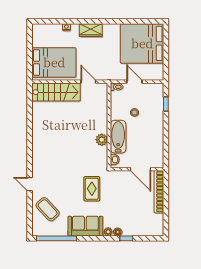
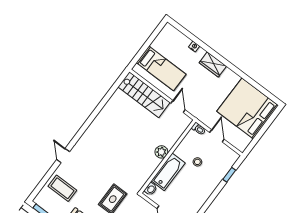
bed: (54, 62) -> (161, 68), width x0.67
plant: (102, 140) -> (161, 152), moved
coffee table: (48, 209) -> (62, 188), turned -47

